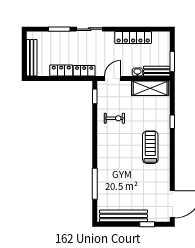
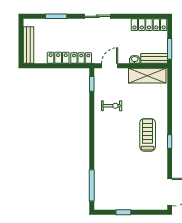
sliding door: (90, 29) -> (98, 16), moved
locker: (133, 38) -> (149, 25), moved
window: (172, 122) -> (170, 142), moved
window: (95, 184) -> (92, 185), moved
bench: (123, 216) -> (121, 204), removed
window: (147, 224) -> (123, 212), moved

